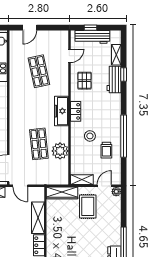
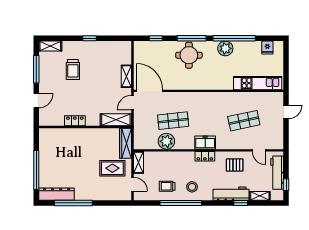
door: (30, 28) -> (286, 112), swing flipped
window: (90, 28) -> (286, 185), moved
workbench: (114, 79) -> (231, 194), width x1.38
freezer: (61, 111) -> (205, 143), width x0.71
stool: (90, 136) -> (192, 187), moved
plant: (116, 192) -> (127, 196), removed
shelving: (38, 218) -> (116, 120), moved

